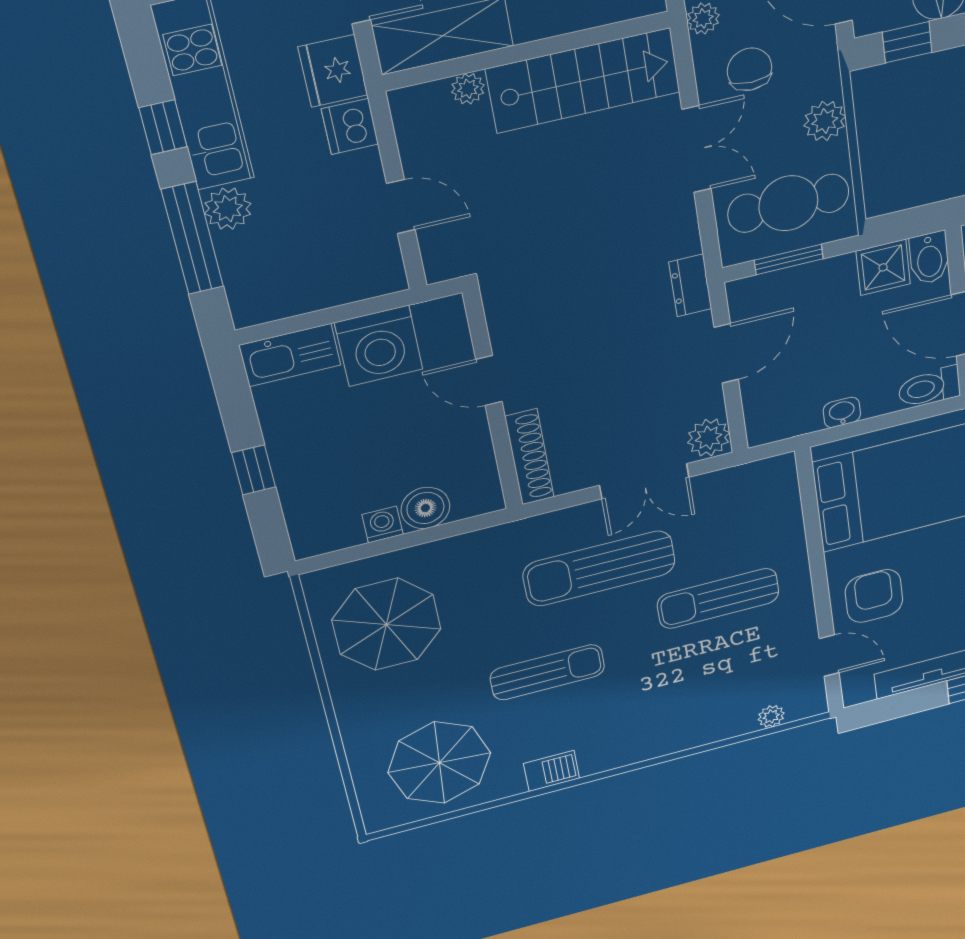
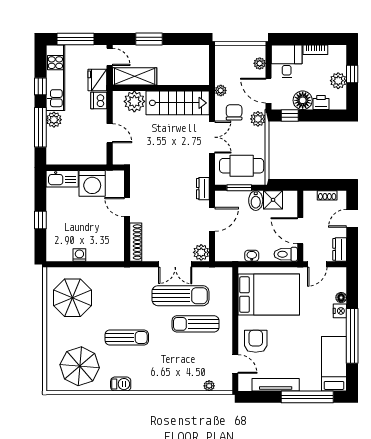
plant: (468, 89) -> (134, 101), width x1.88, depth x1.88
plant: (825, 121) -> (258, 119), moved
bidet: (929, 258) -> (256, 201), moved
boiler: (425, 508) -> (96, 253), removed
sun lounger: (599, 568) -> (180, 296), moved, turned 180

